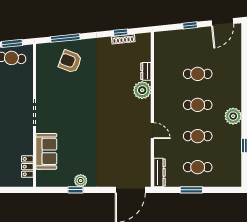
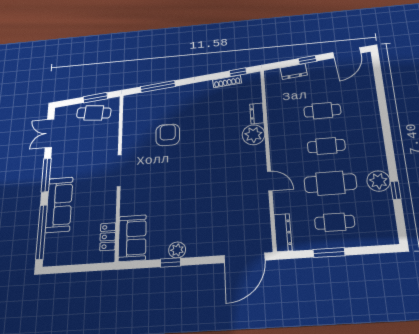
window: (121, 32) -> (238, 72), moved
dresser: (178, 35) -> (294, 71), added
armchair: (70, 61) -> (168, 135), moved, turned 69
plant: (233, 116) -> (378, 181), moved
cafe table: (198, 136) -> (330, 183), width x1.37, depth x1.35
sofa: (46, 151) -> (132, 238), moved

